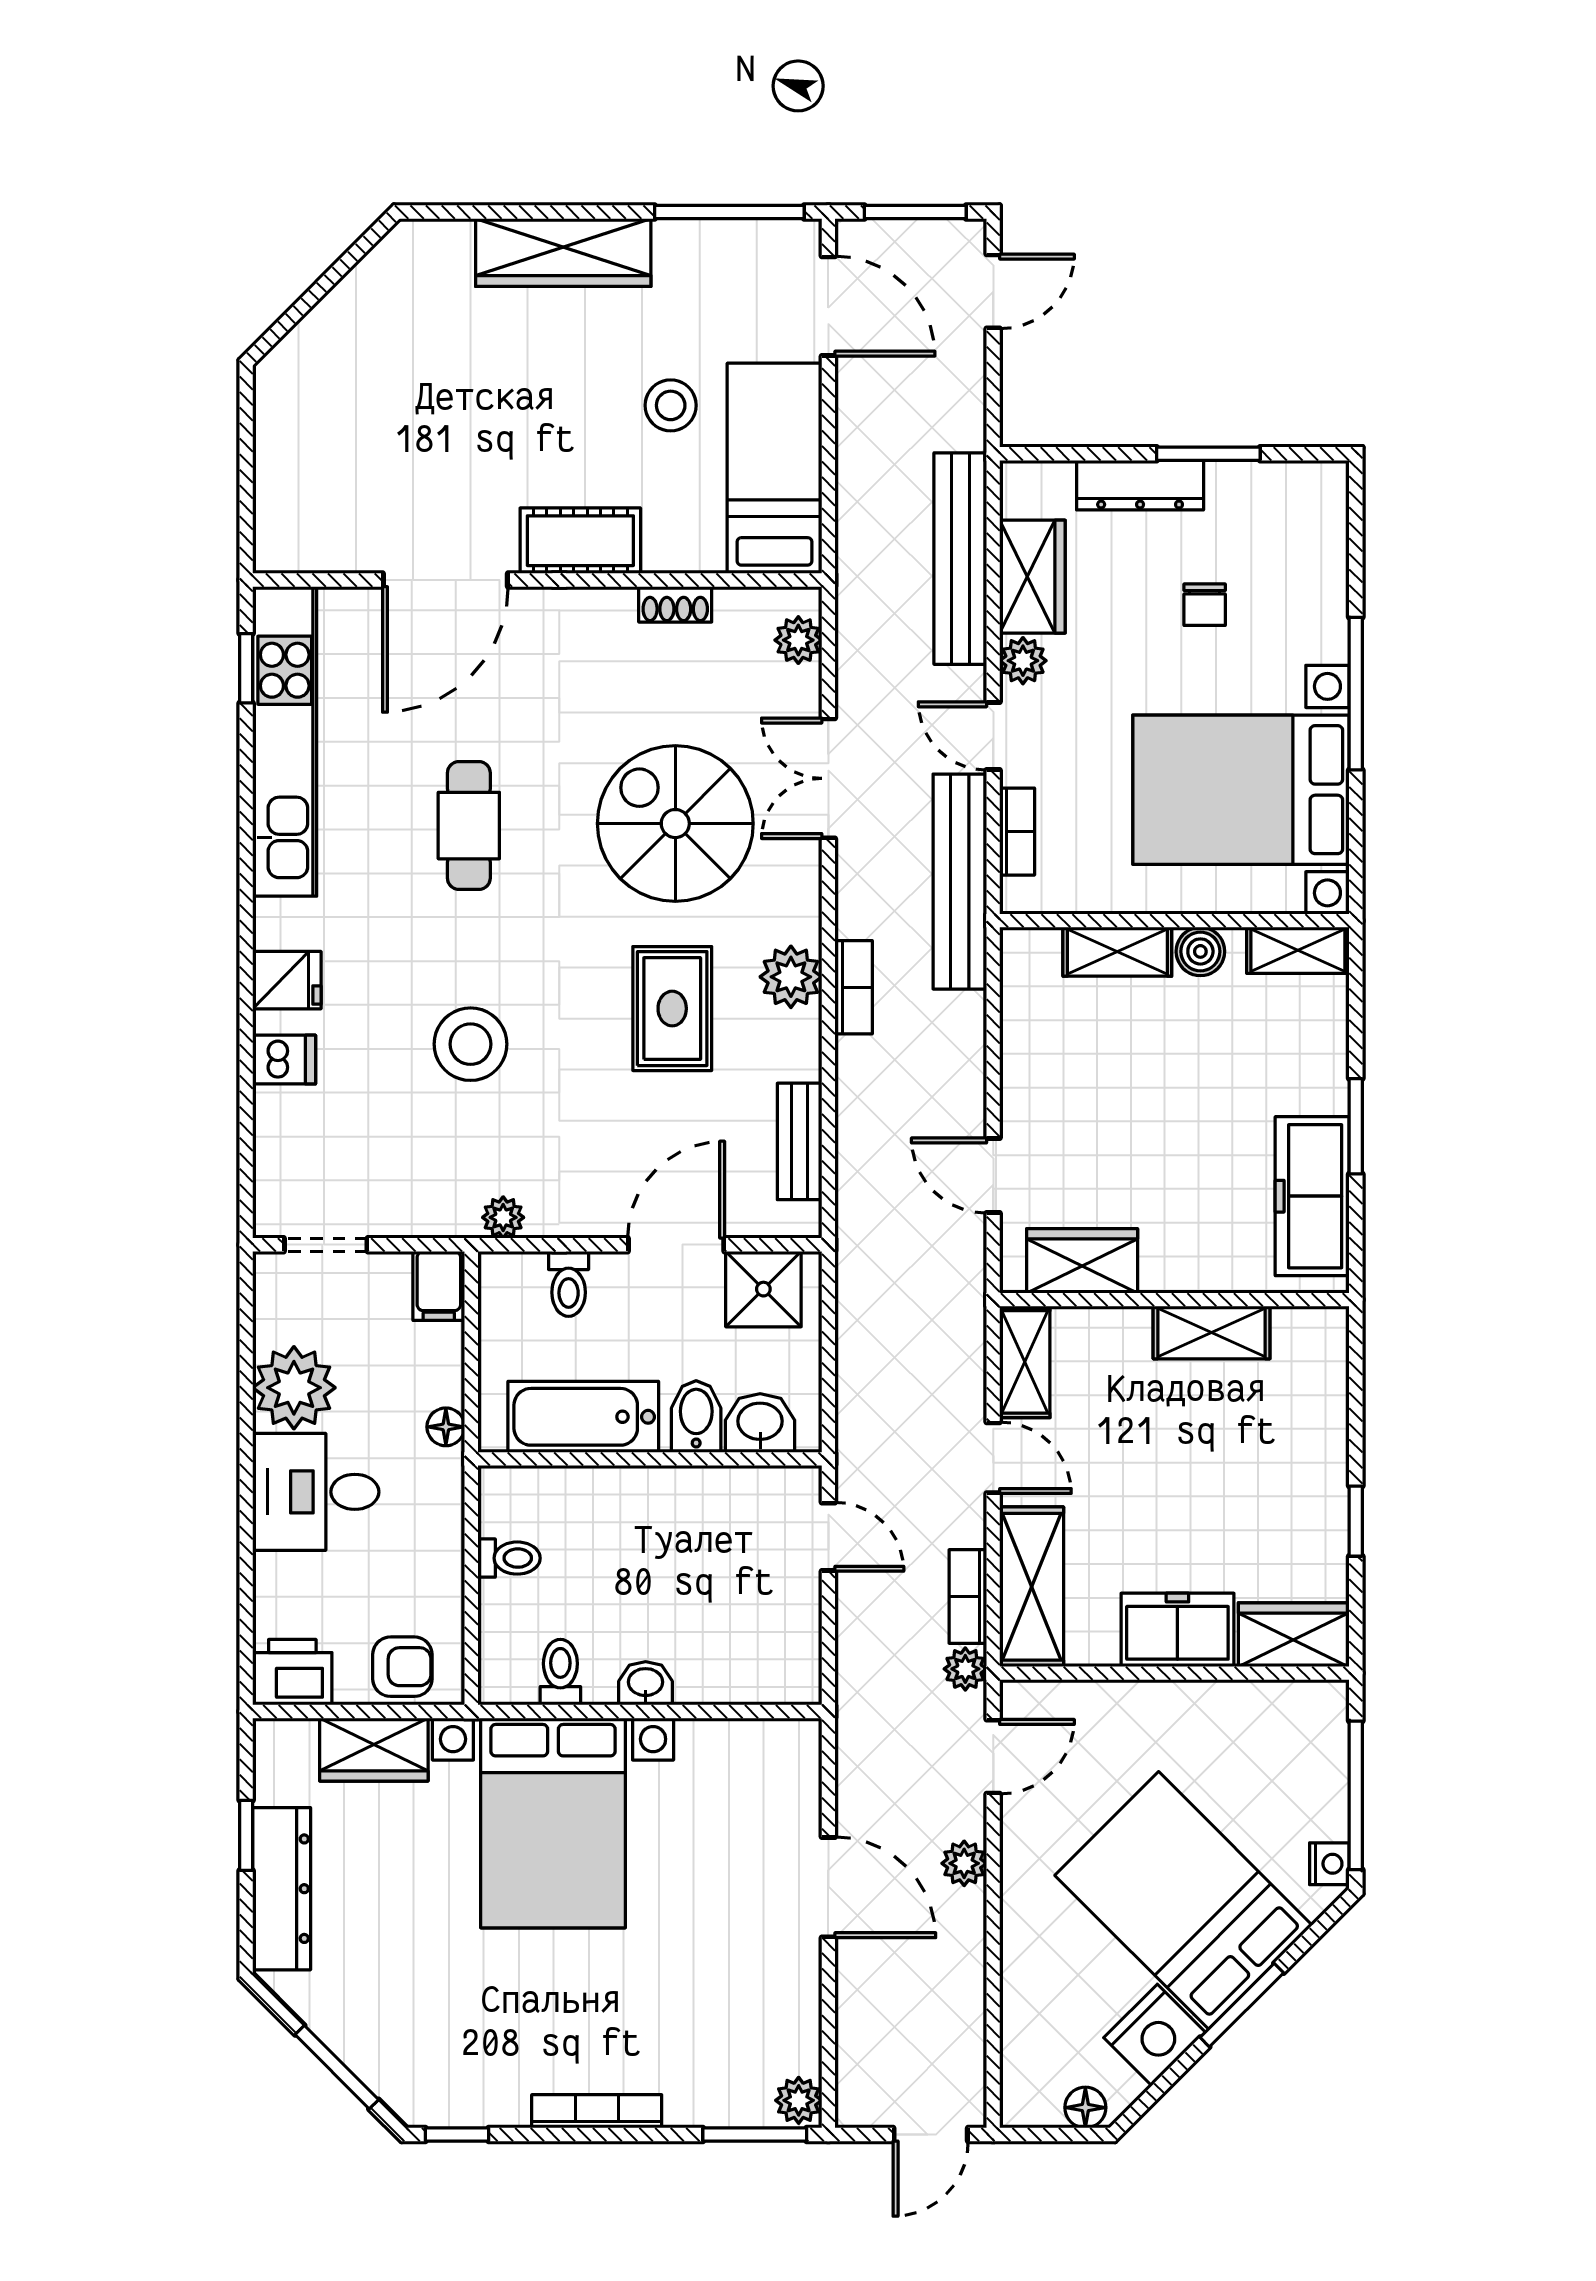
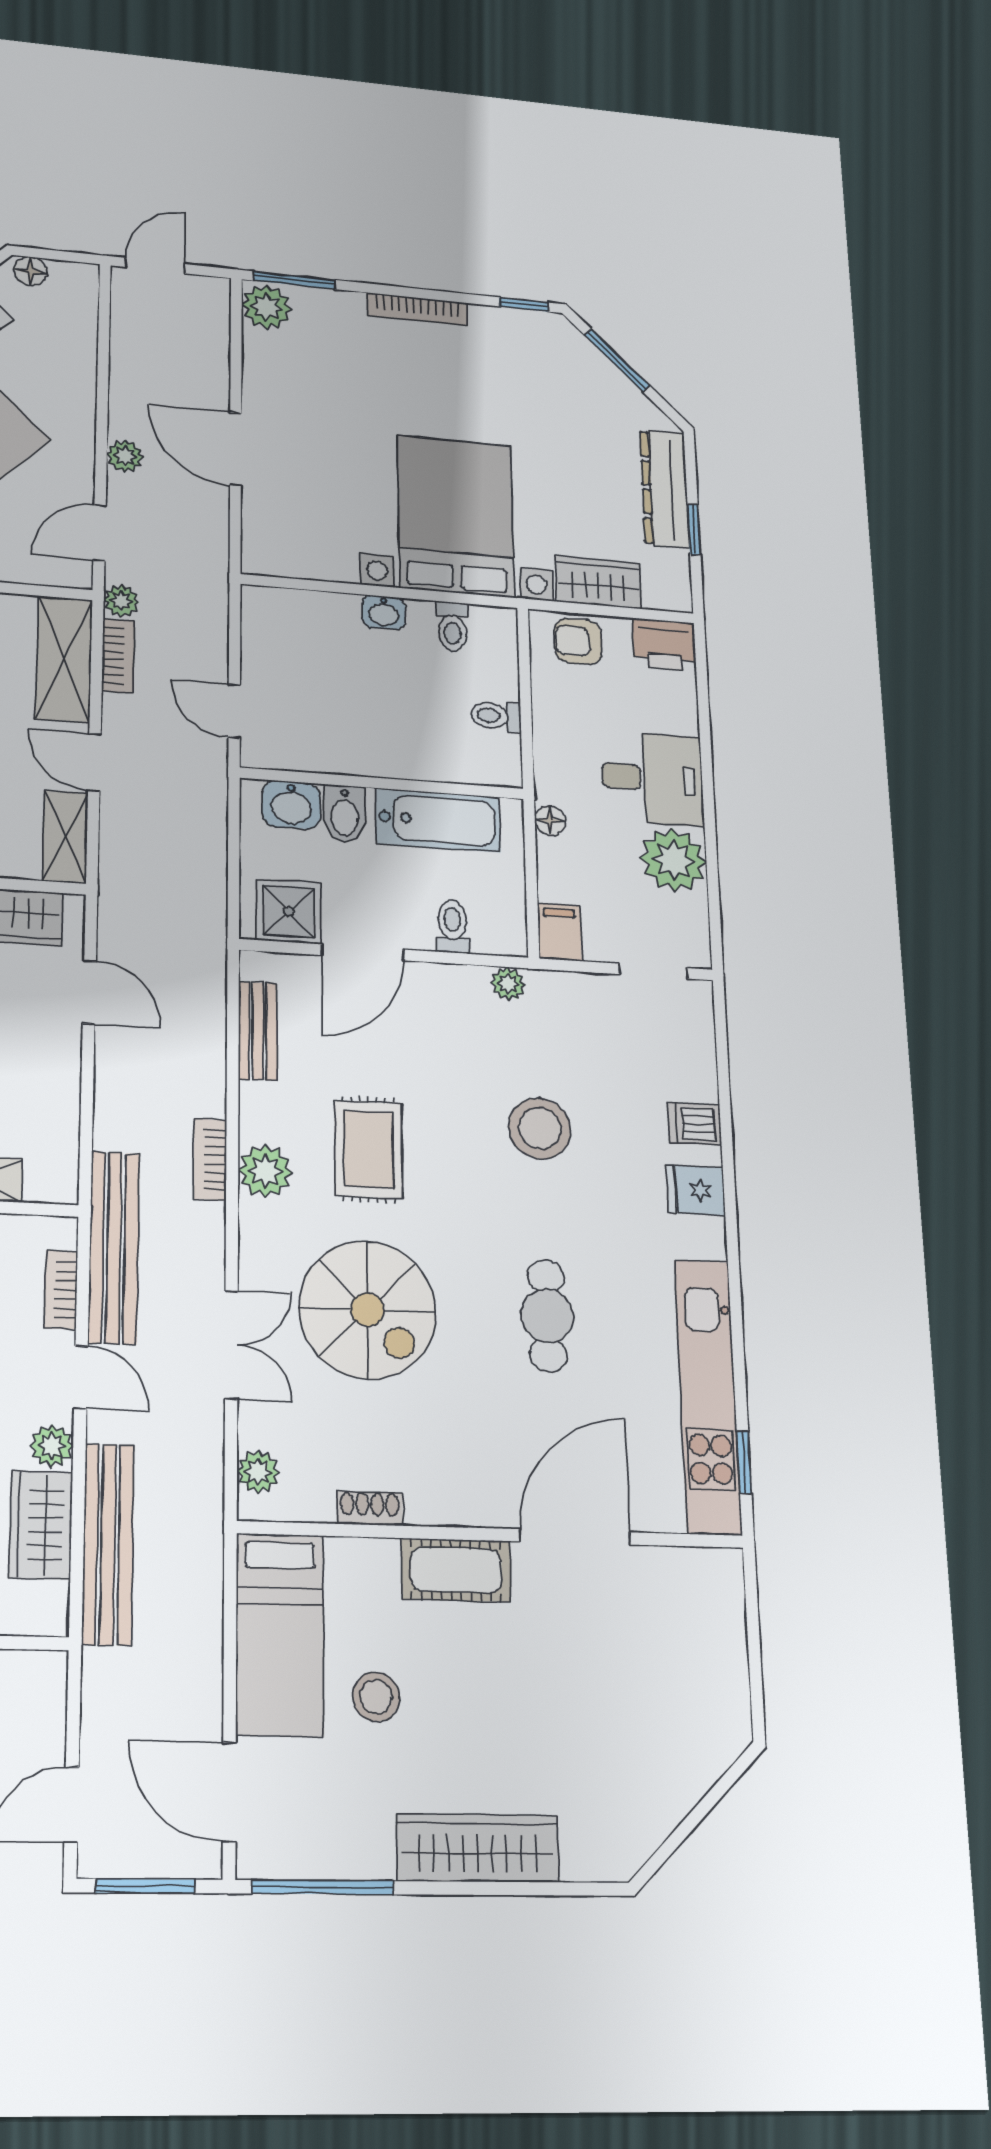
plant: (799, 2100) -> (267, 307), width x1.38, depth x1.38

